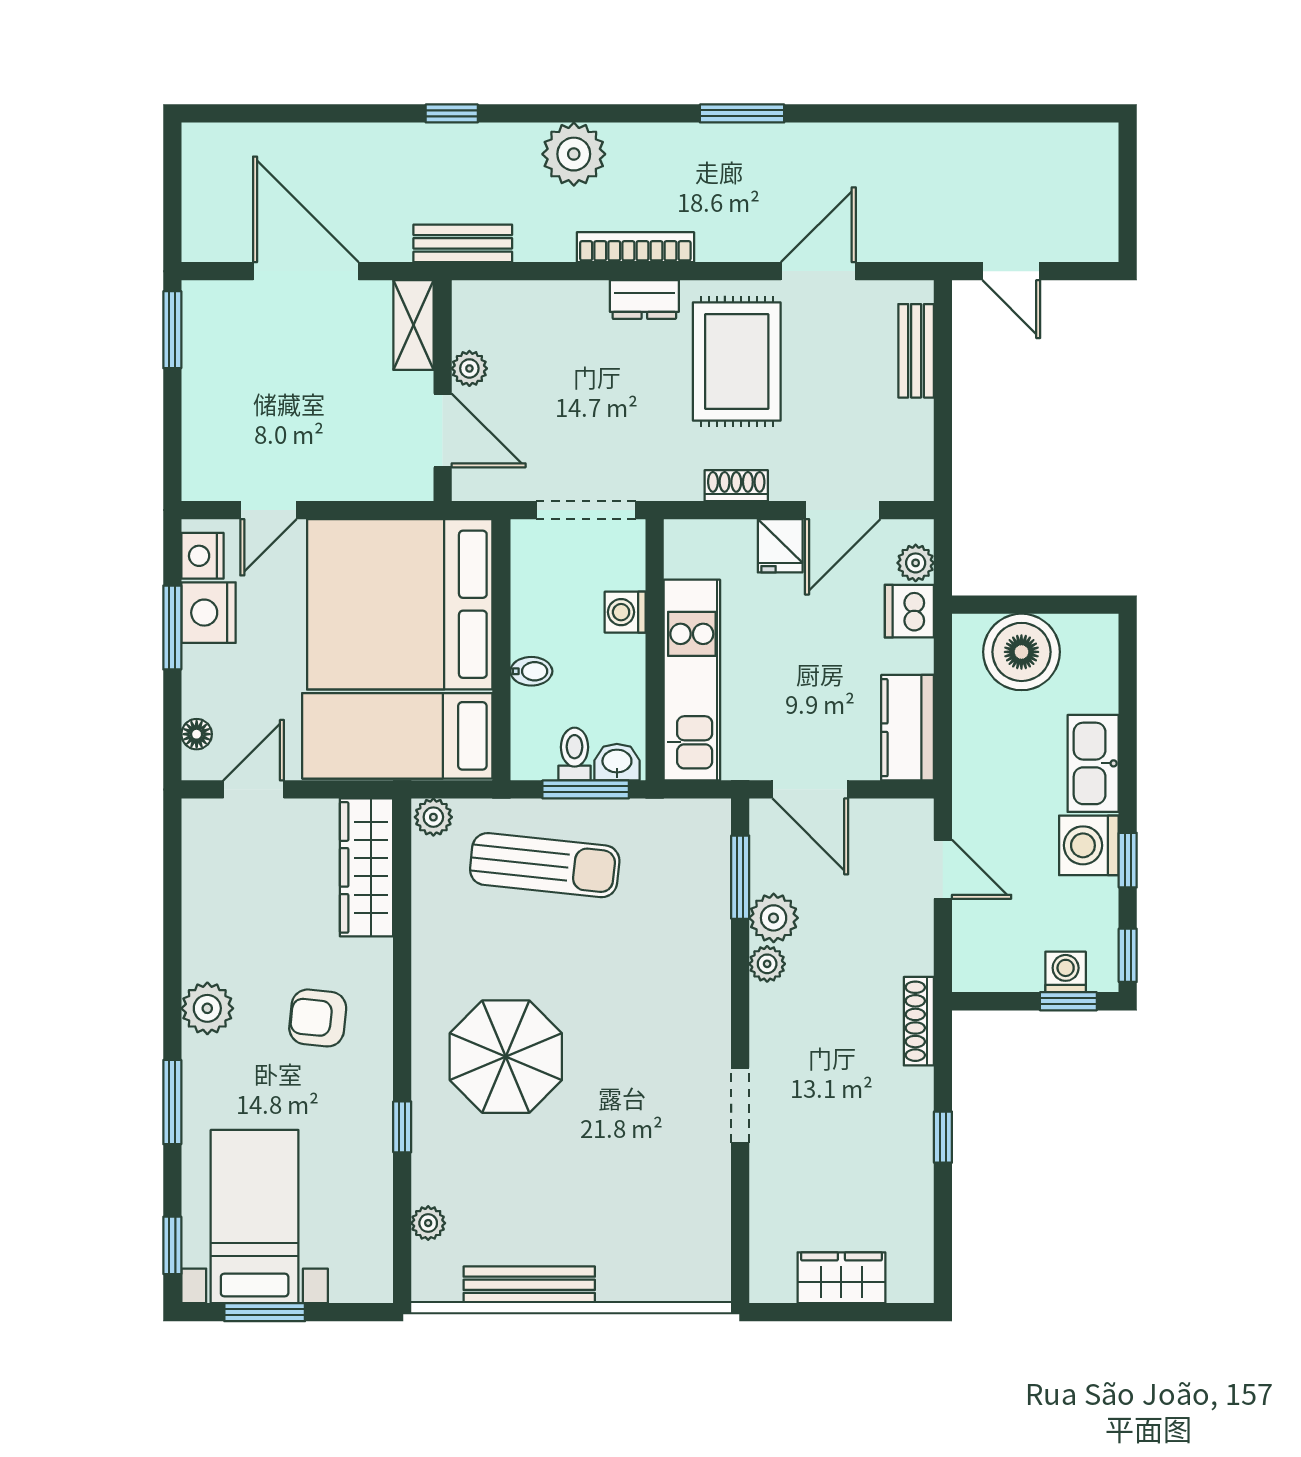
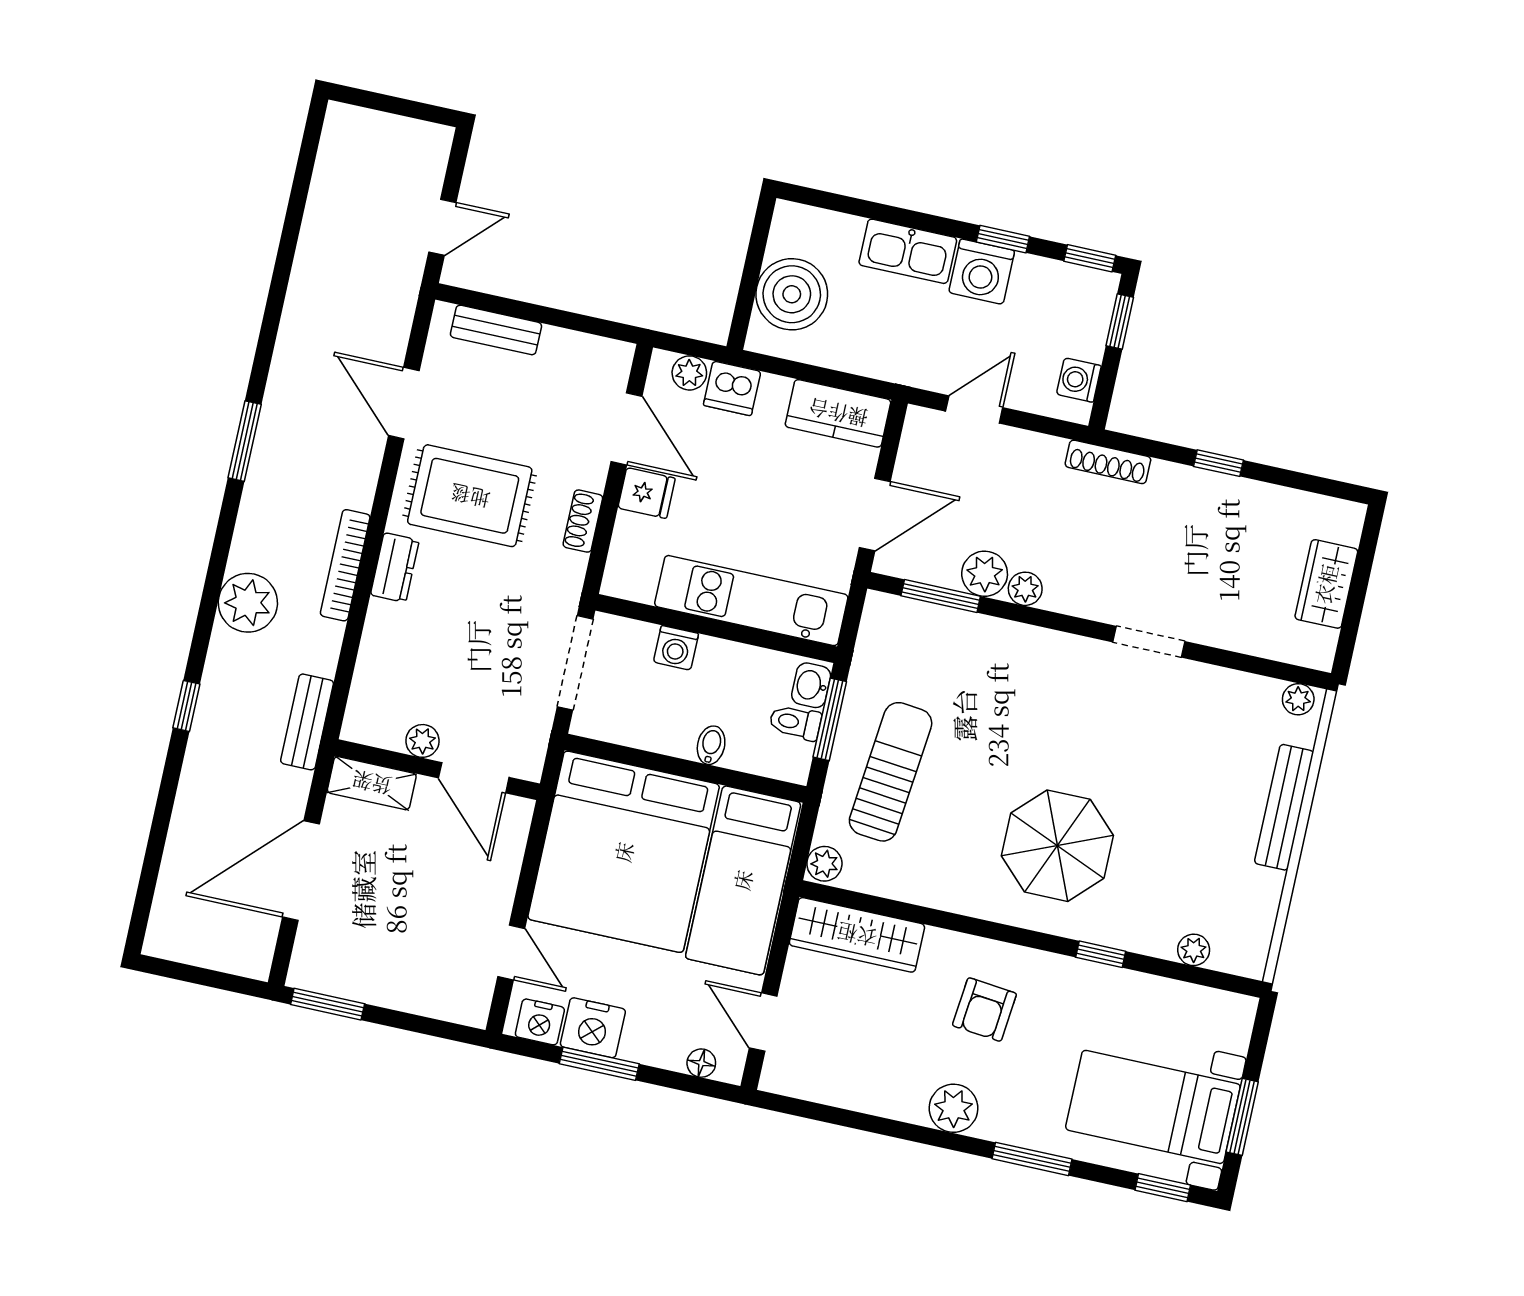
door: (443, 430) -> (474, 778), swing flipped
washing machine: (1066, 972) -> (1079, 380), moved
plant: (714, 1275) -> (1298, 699), added
bench: (529, 1285) -> (1284, 807), moved

